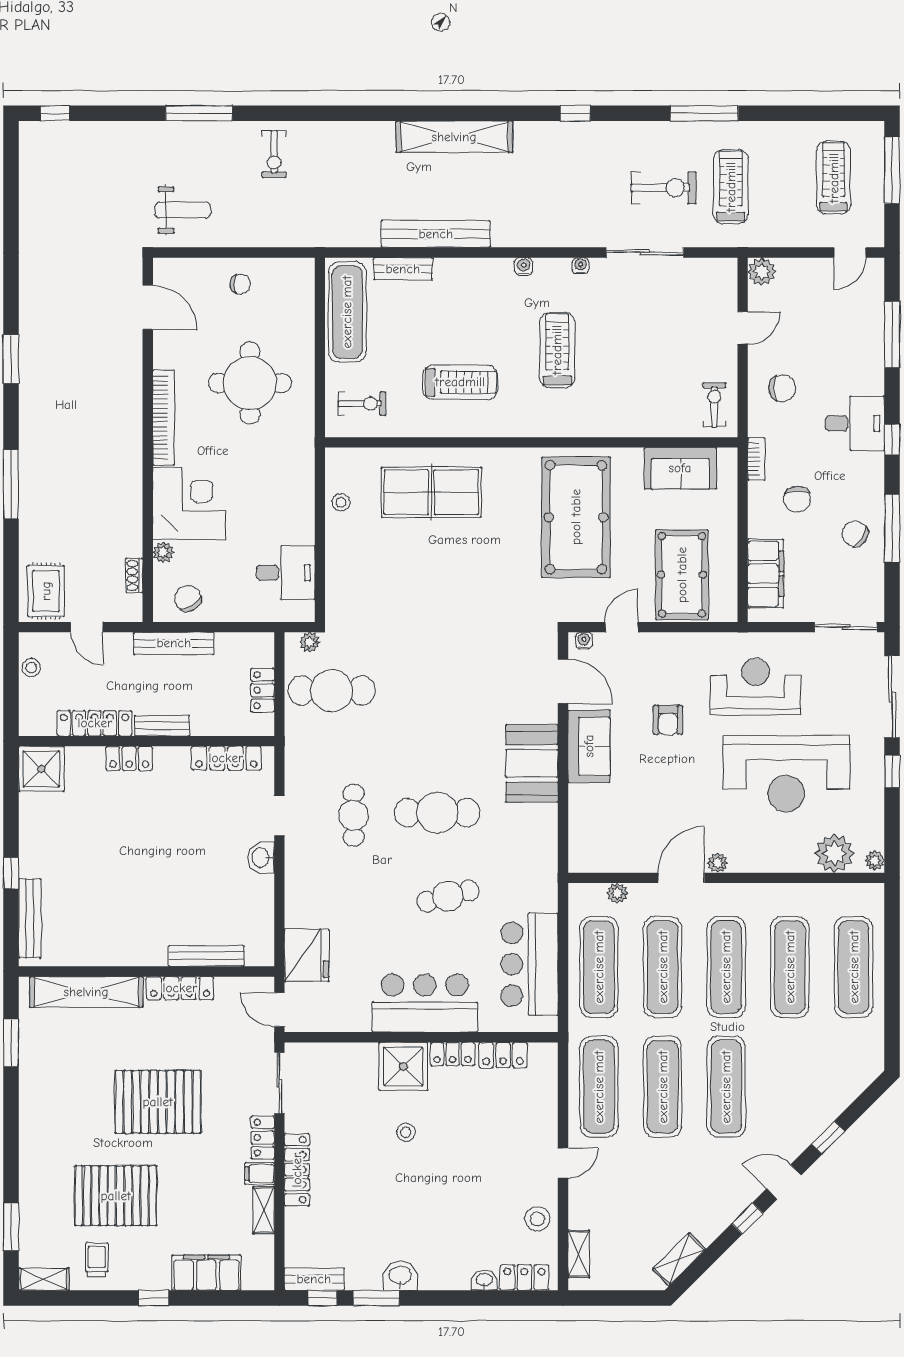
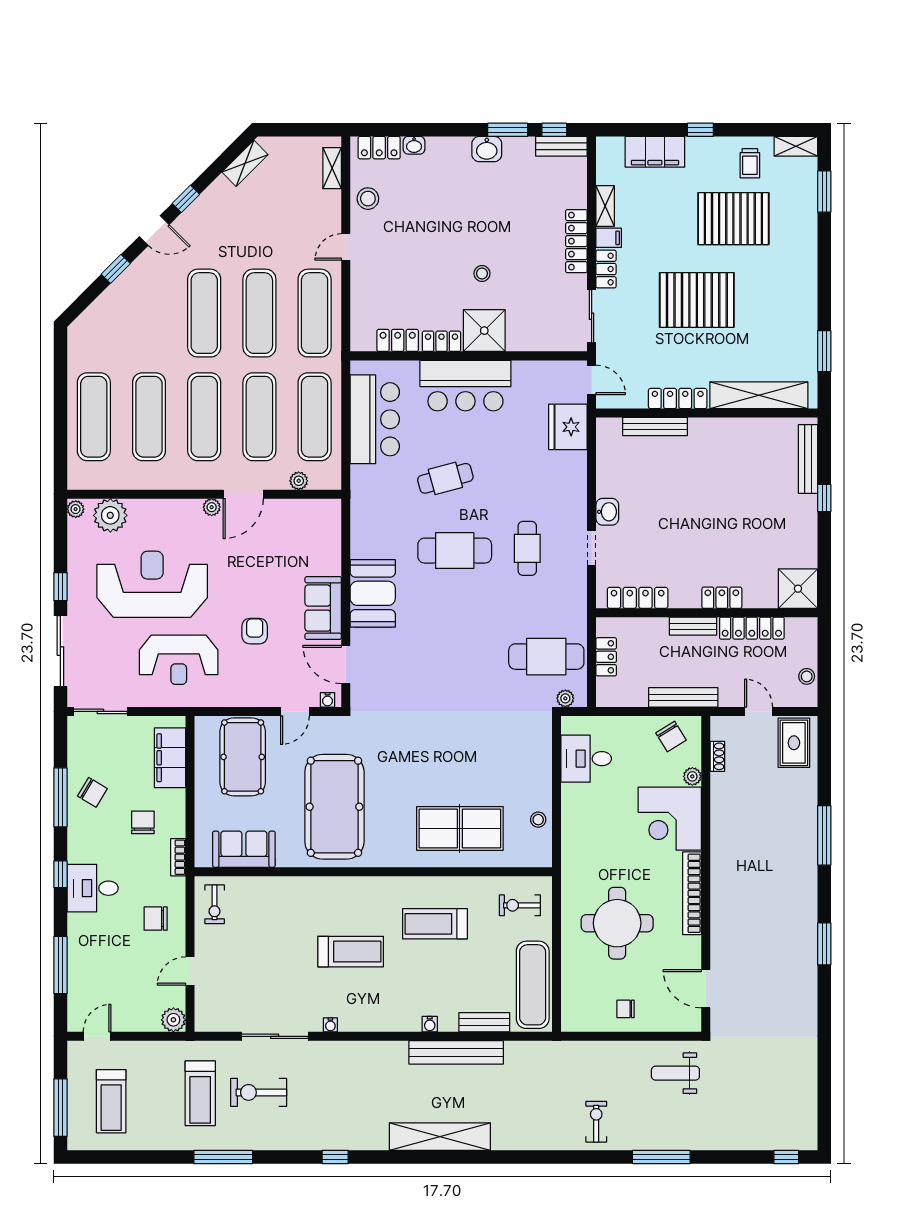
water cooler: (524, 266) -> (430, 1024), moved
treadmill: (557, 350) -> (351, 952), turned -90

